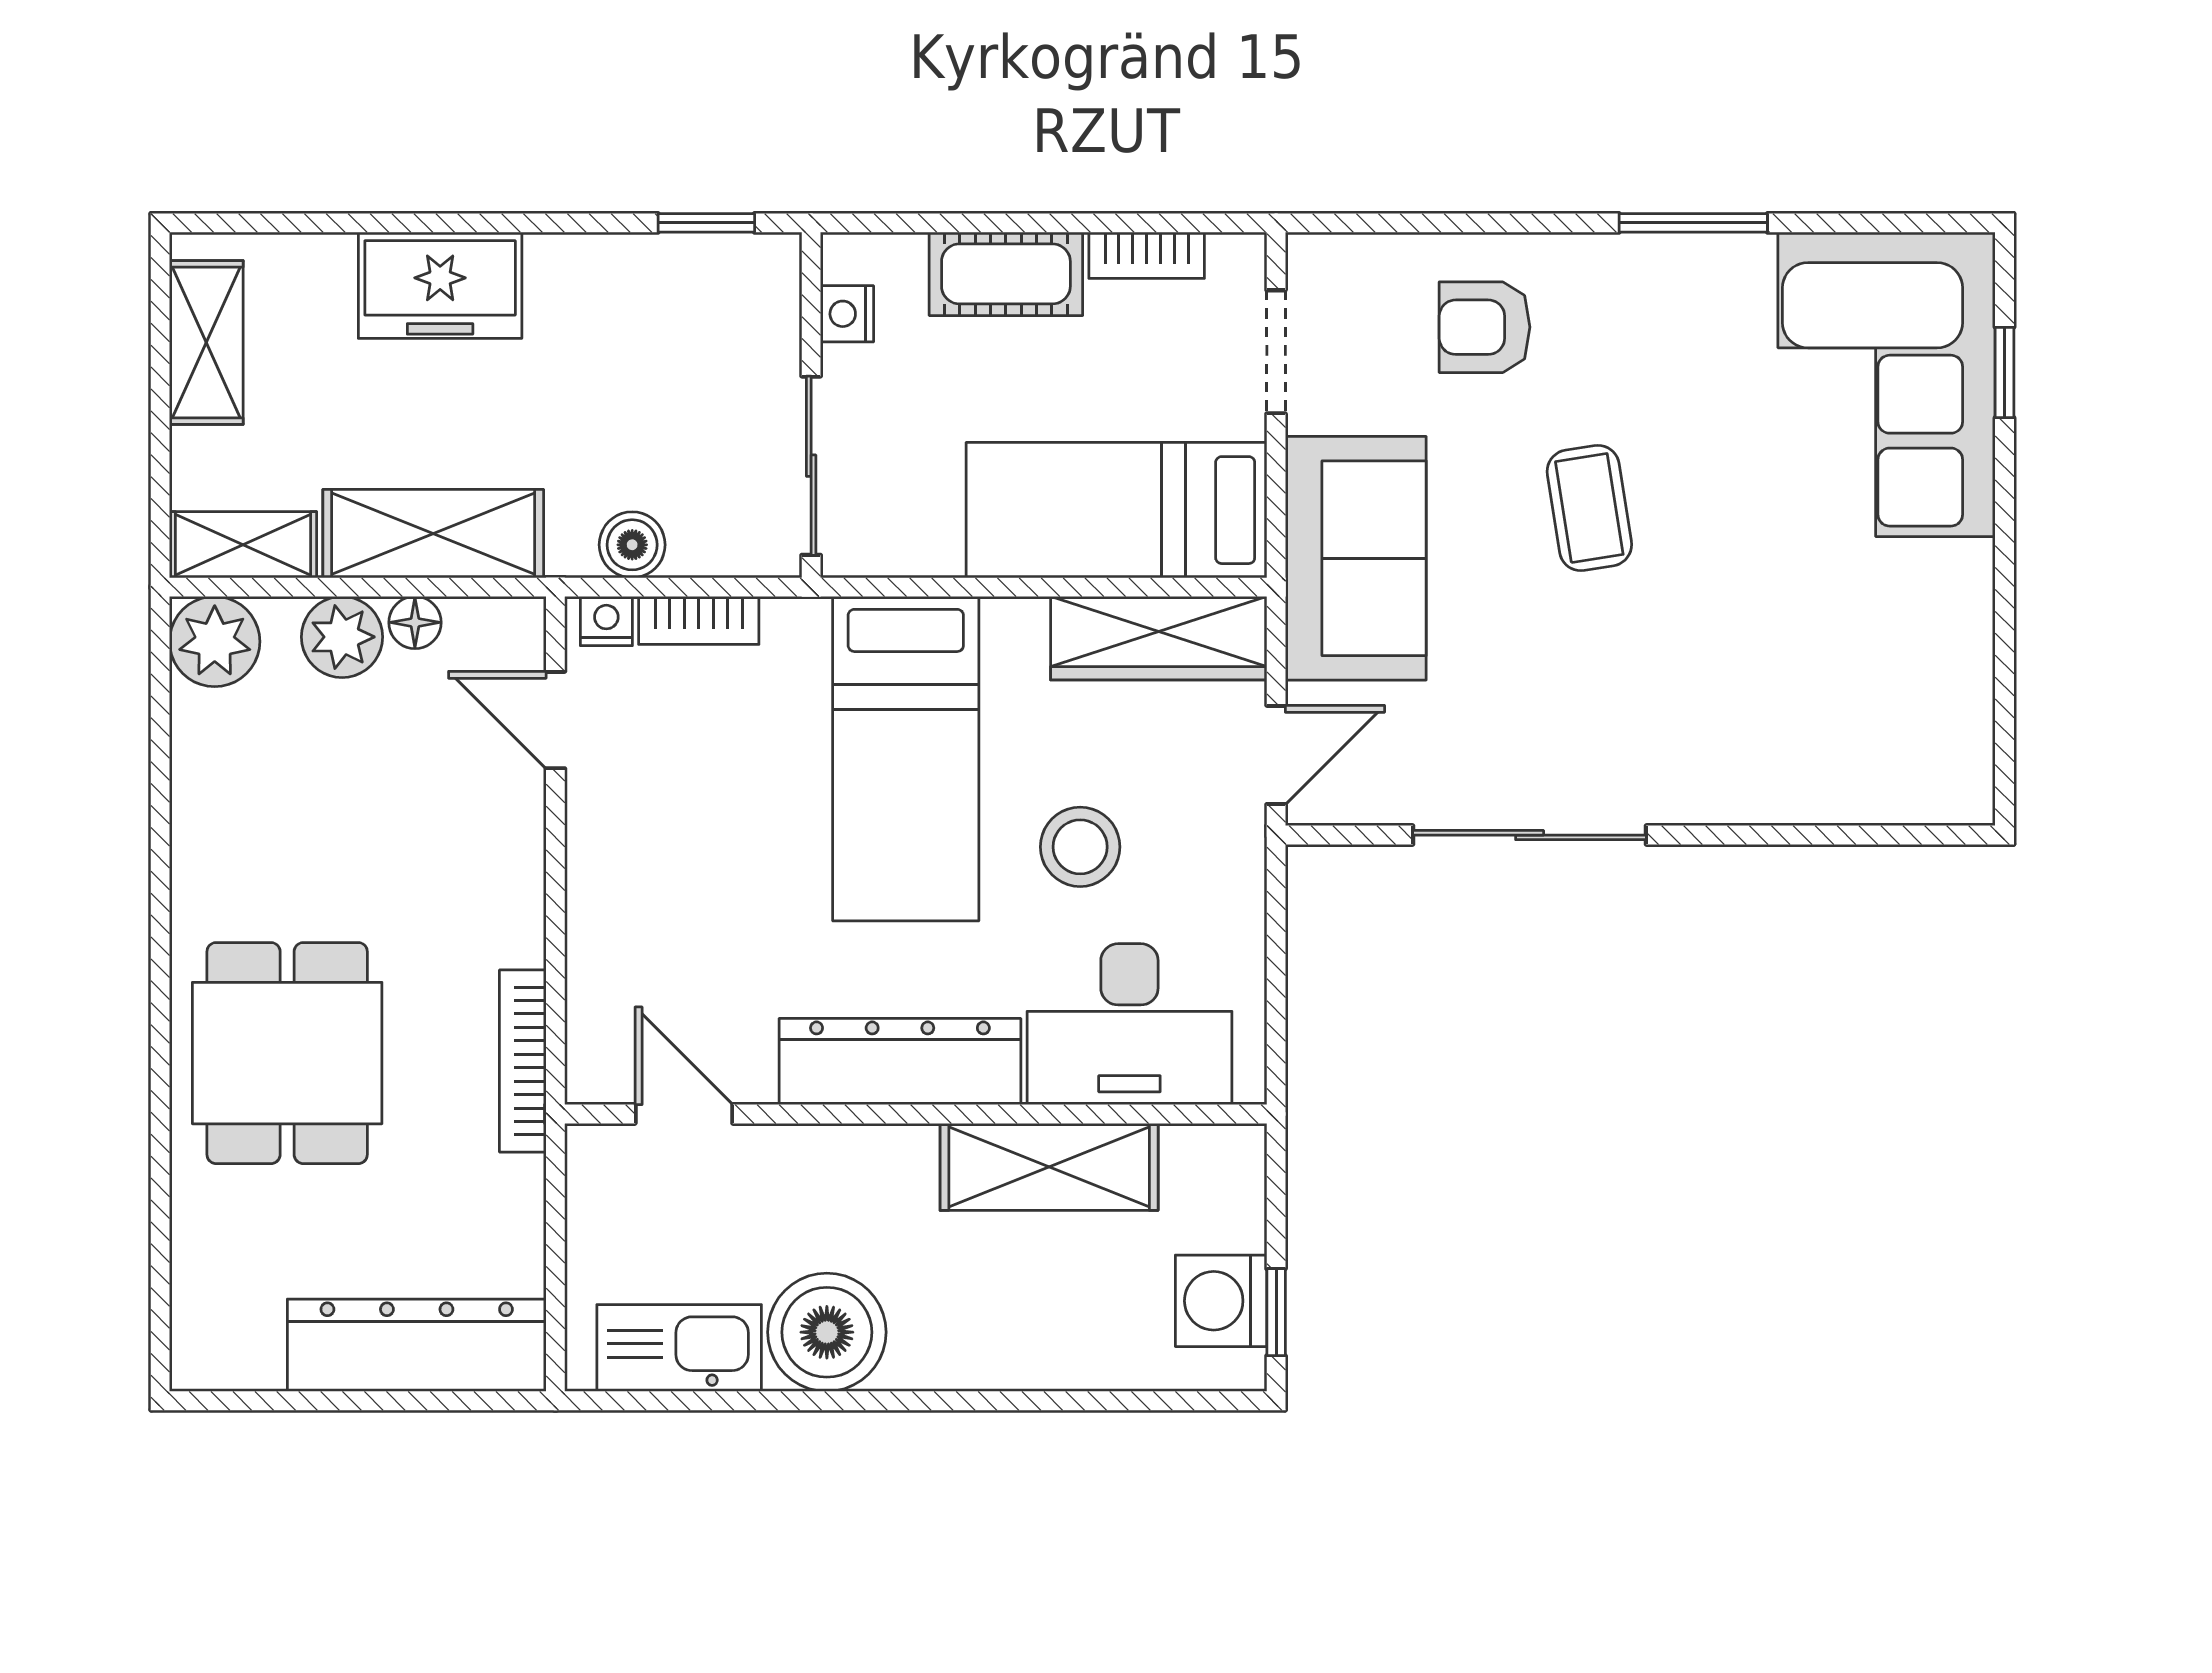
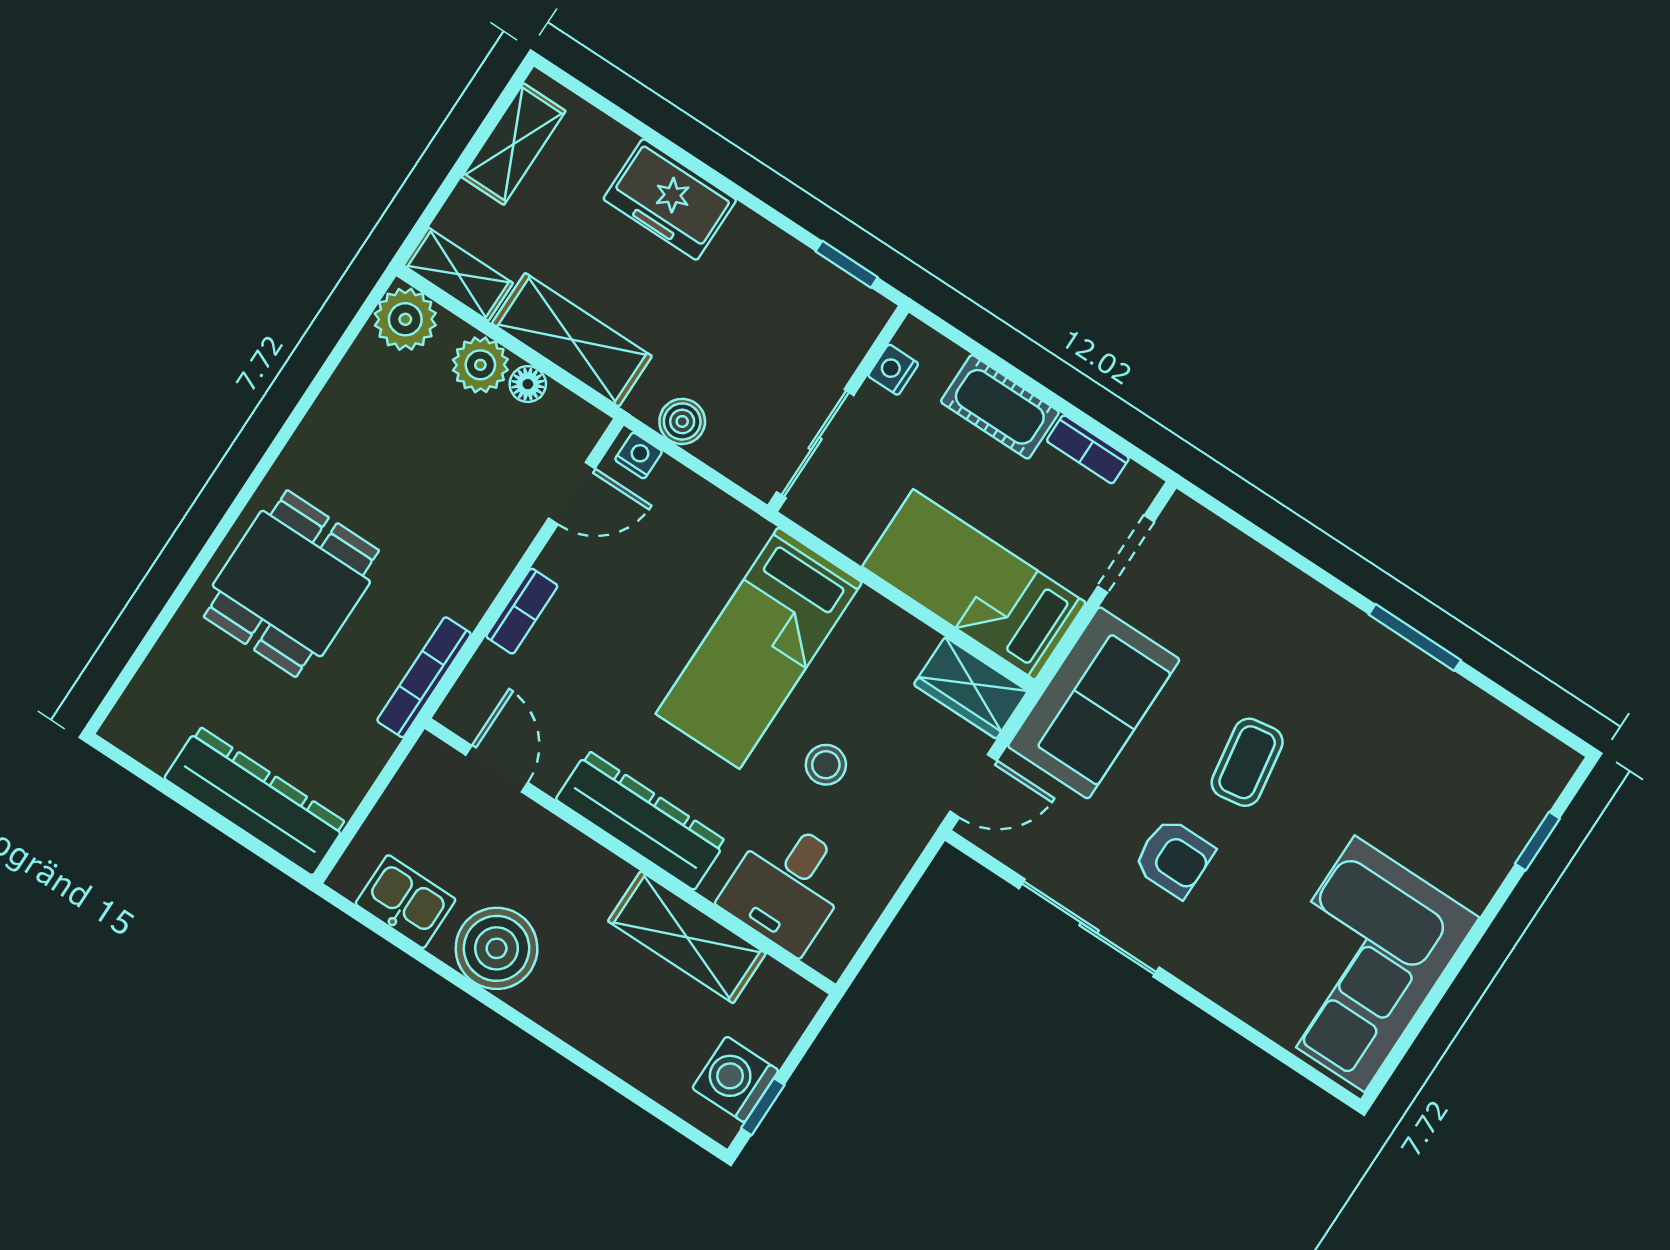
armchair: (1485, 327) -> (1174, 858), moved, turned 180
corner sofa: (1887, 384) -> (1360, 964), moved
bookcase: (699, 620) -> (522, 611), moved, turned -90
wardrobe: (1159, 638) -> (971, 688), width x0.67
door: (555, 720) -> (572, 493), swing flipped
stool: (1080, 847) -> (826, 765), width x0.73, depth x0.73
desk: (1129, 1024) -> (787, 885), width x0.73
kitchen sink: (679, 1348) -> (406, 902), width x0.73

